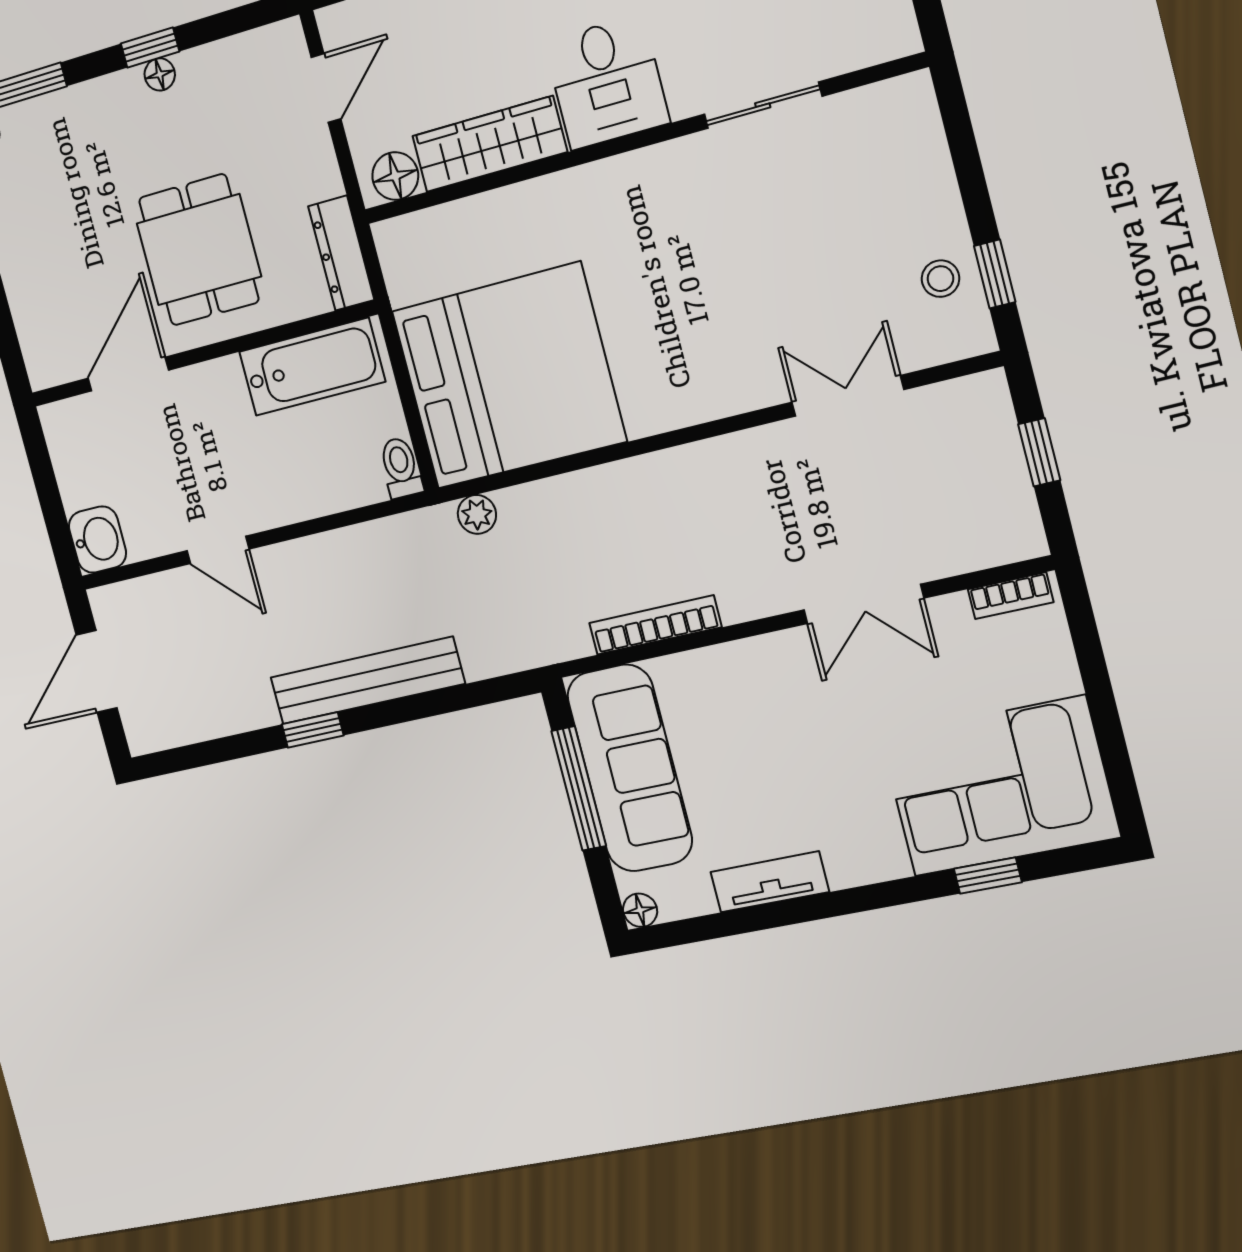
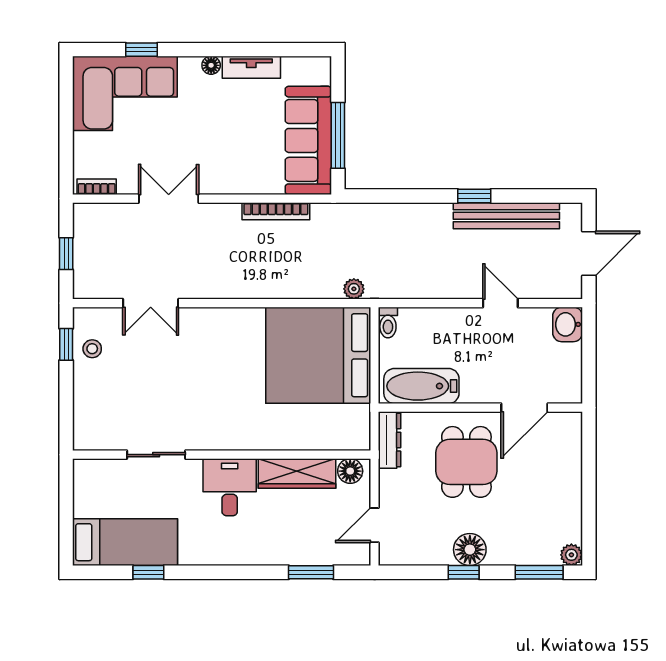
floor lamp: (160, 74) -> (470, 550), width x1.89, depth x1.89
bench: (367, 681) -> (506, 216), moved
floor lamp: (640, 910) -> (211, 65), moved

